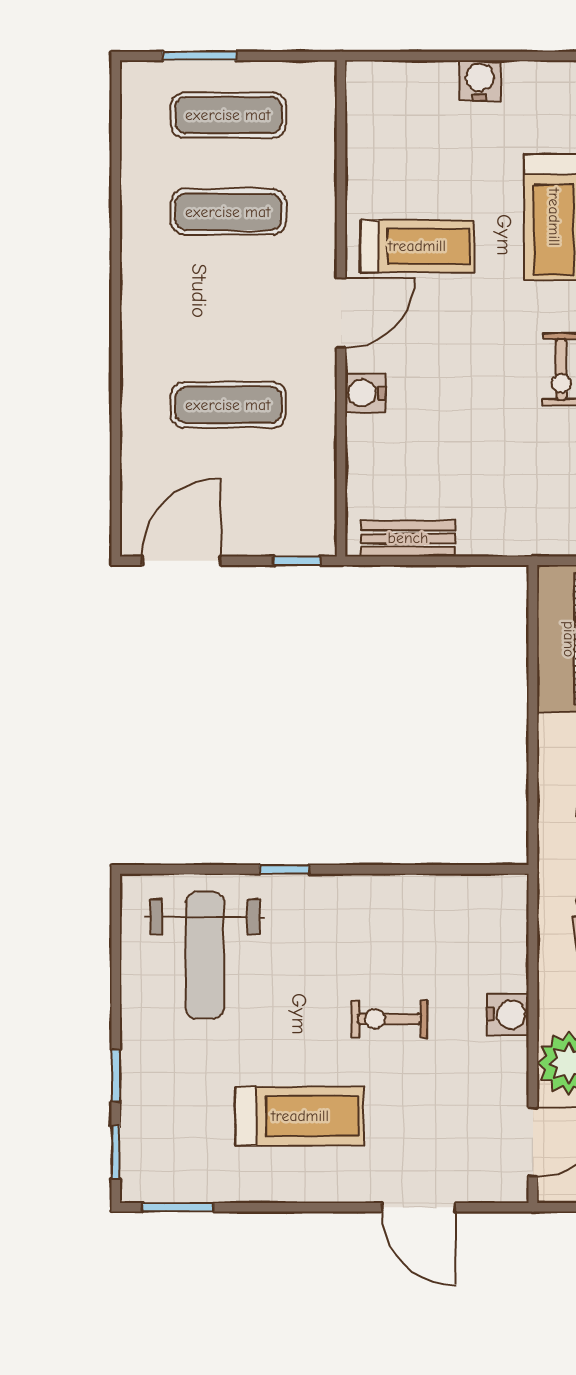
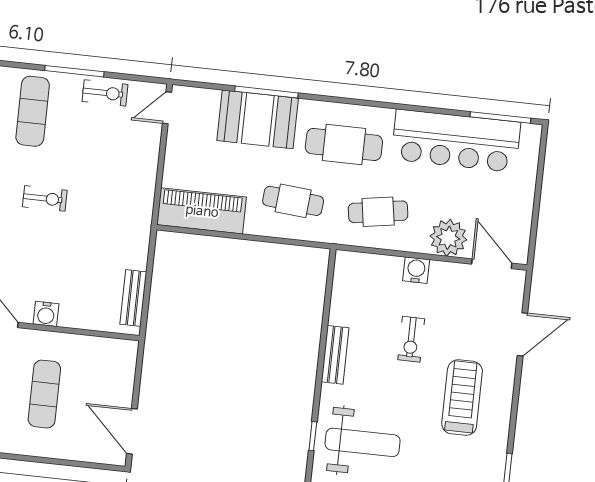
window: (297, 561) -> (139, 364), removed
window: (284, 869) -> (313, 436), moved
bench: (349, 892) -> (335, 355), added

